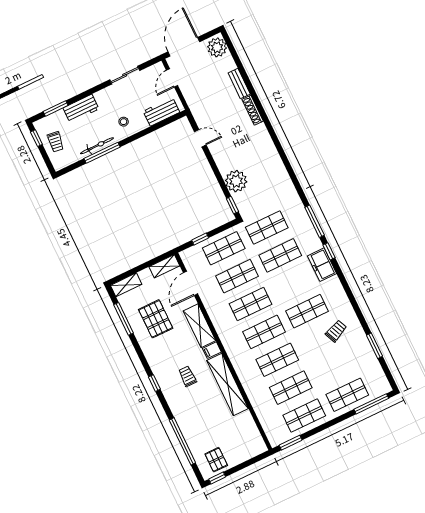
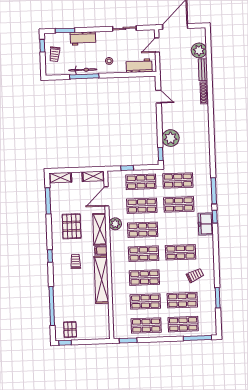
plant: (217, 47) -> (199, 50), moved
plant: (215, 311) -> (115, 224), added
pallet: (156, 319) -> (72, 226), moved
shop shelf: (334, 367) -> (182, 300), added

